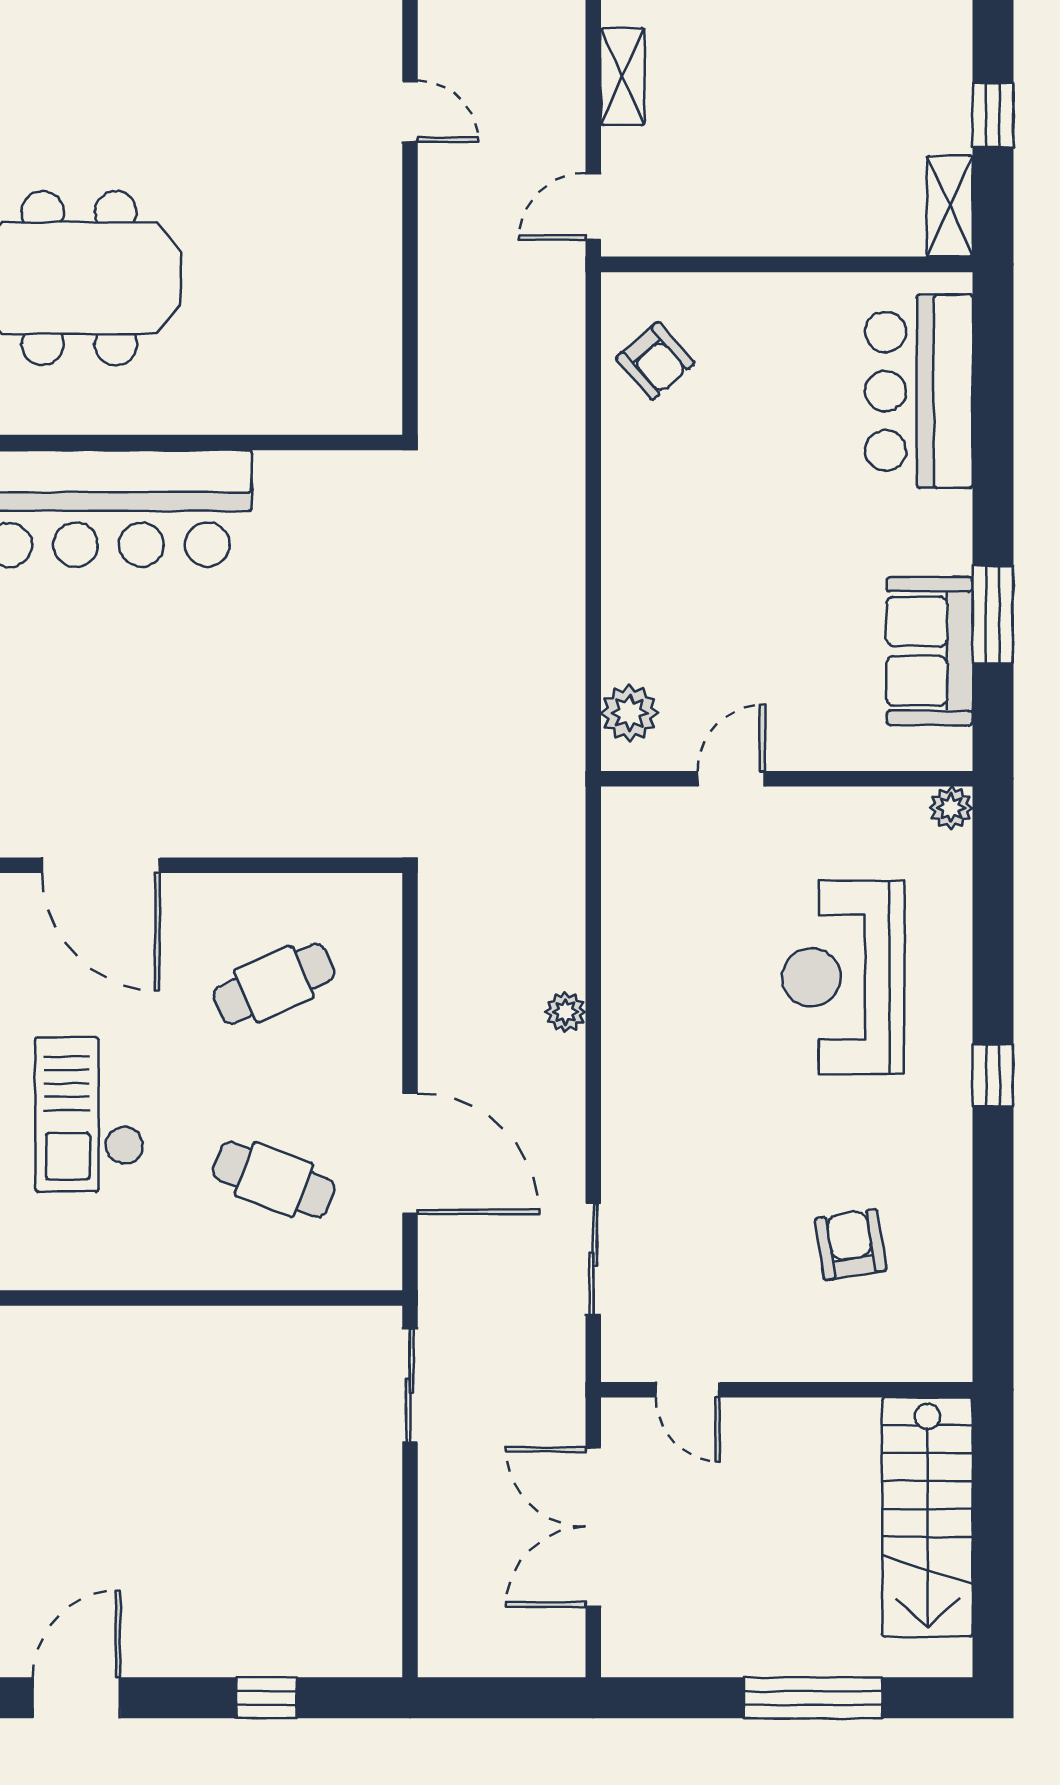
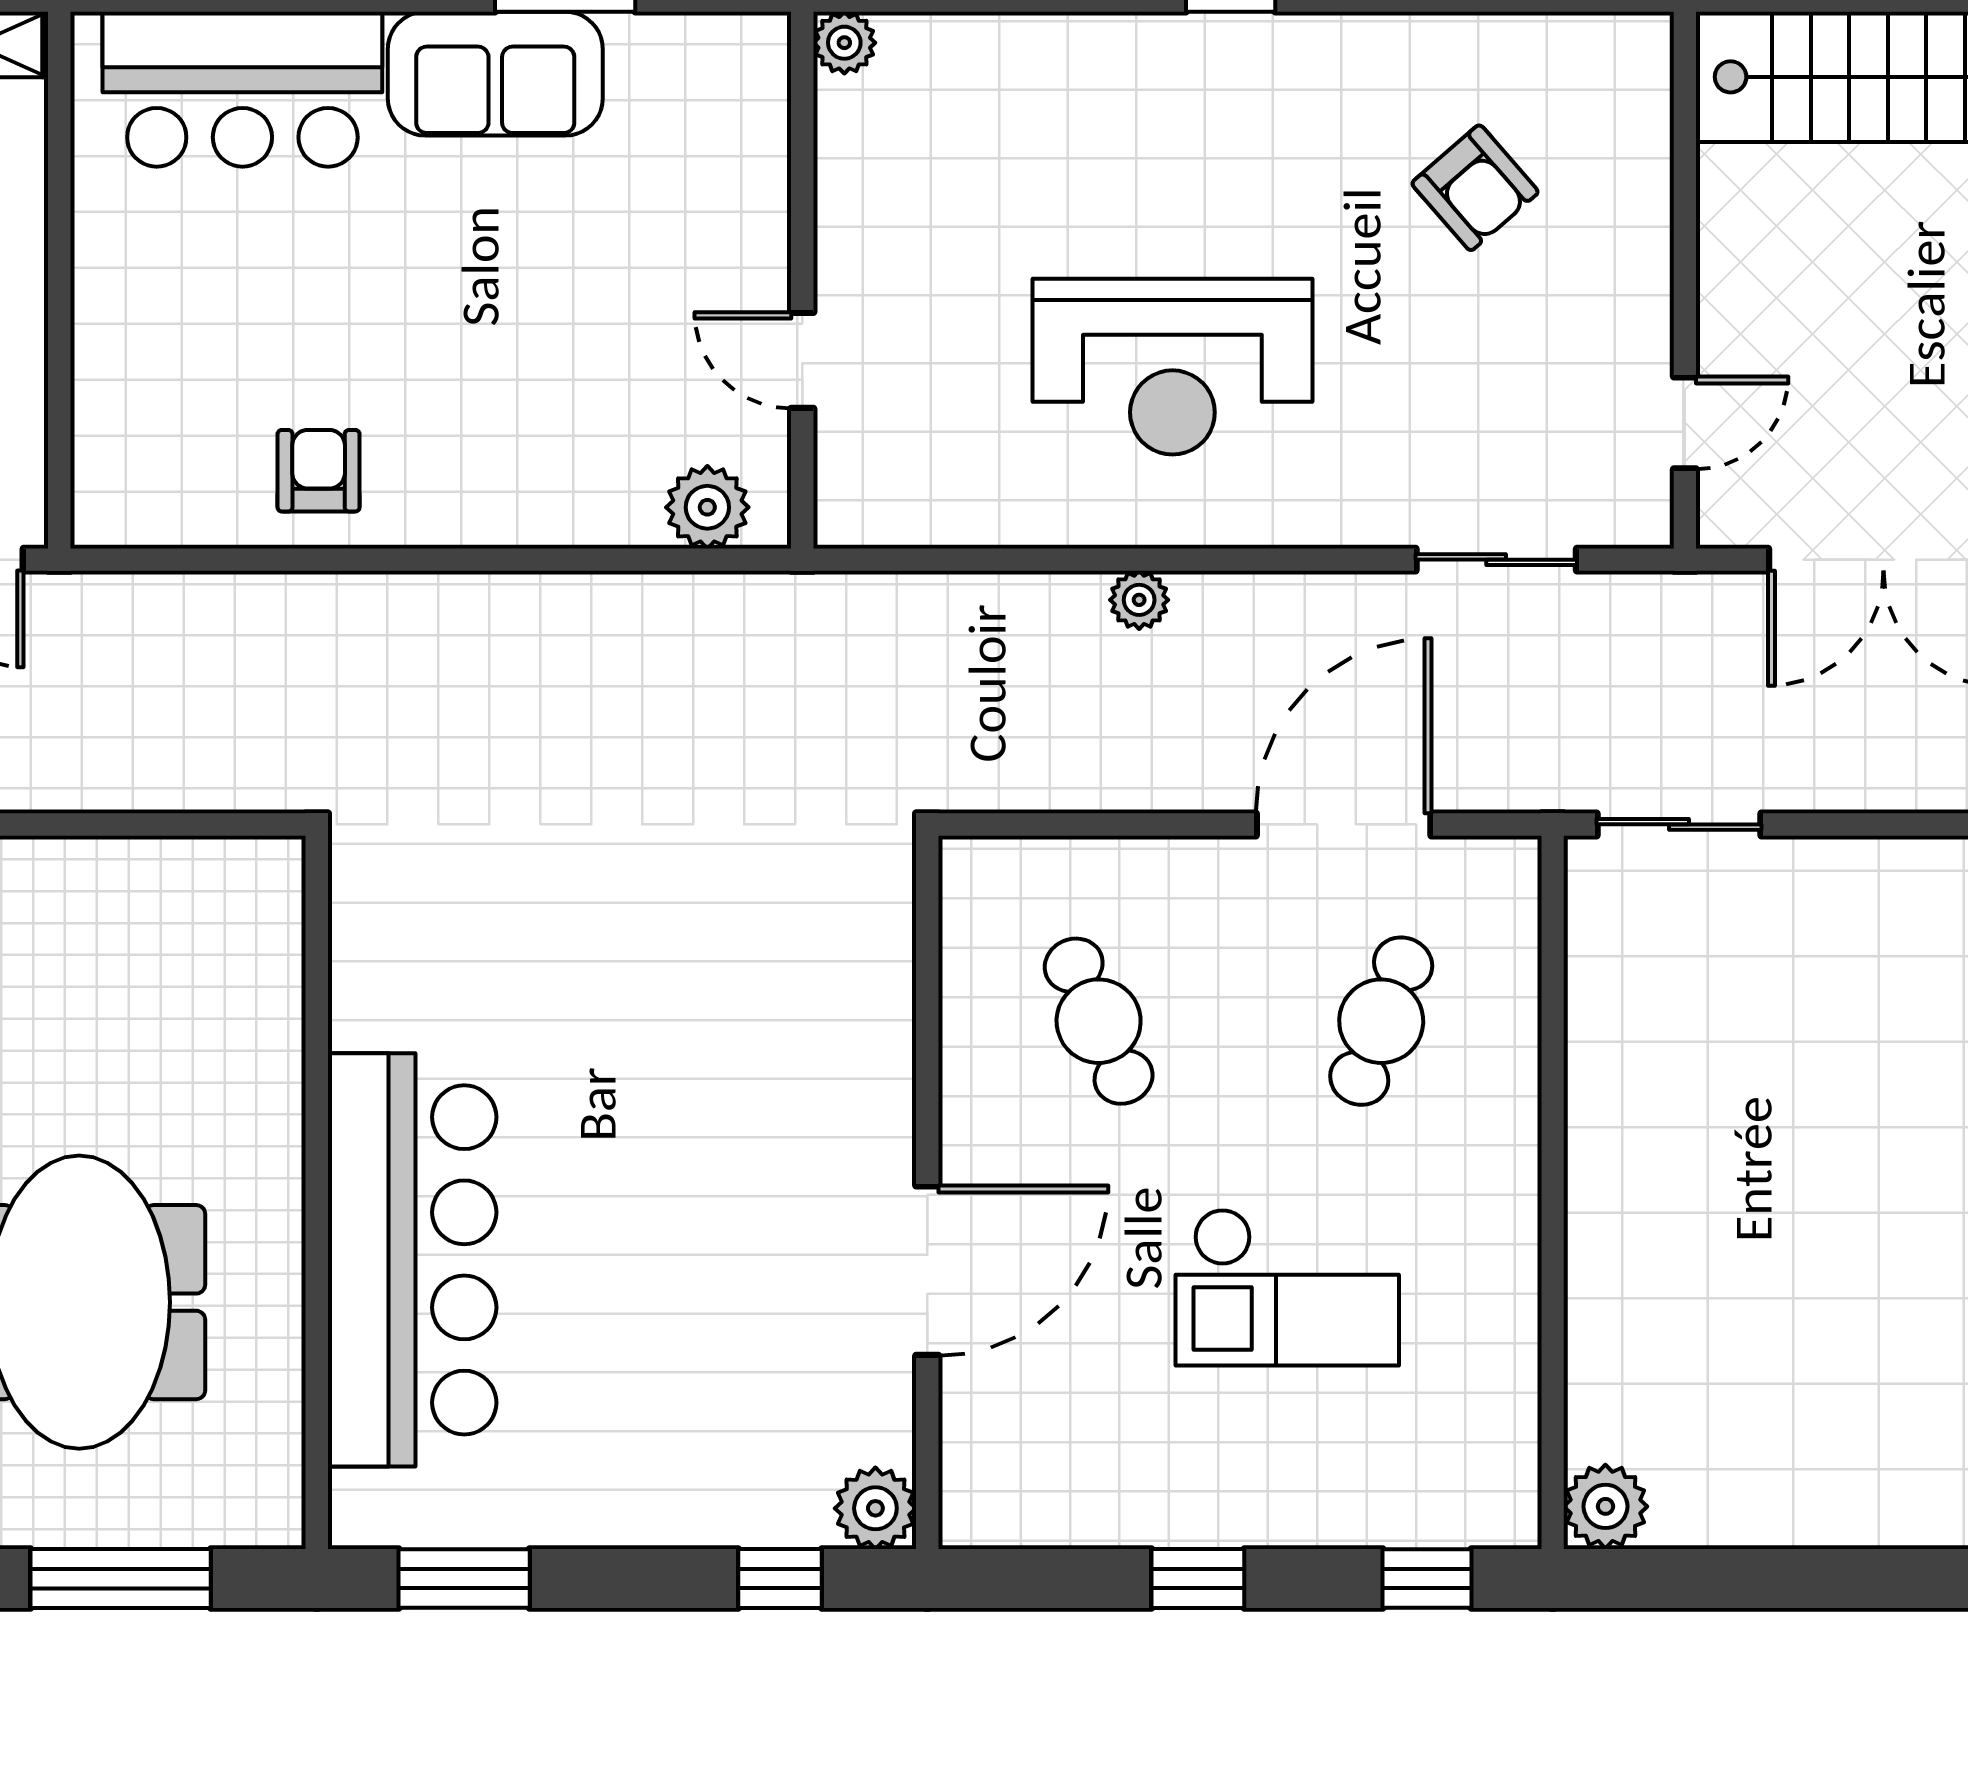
armchair: (655, 361) -> (319, 471), moved, turned -49
sofa: (930, 651) -> (495, 74), moved
reception desk: (843, 977) -> (1172, 367), moved
armchair: (851, 1244) -> (1475, 188), turned -122

